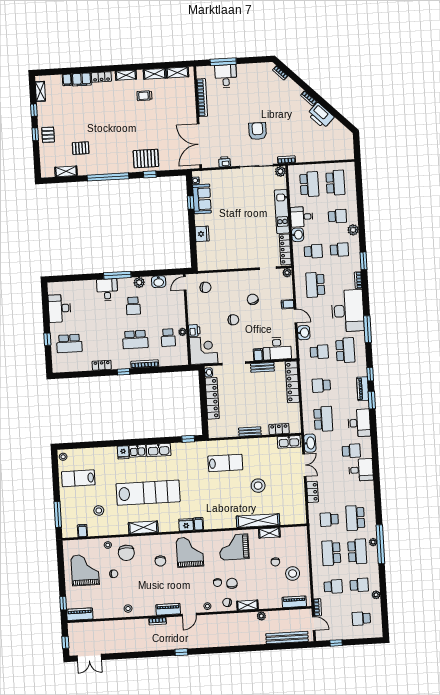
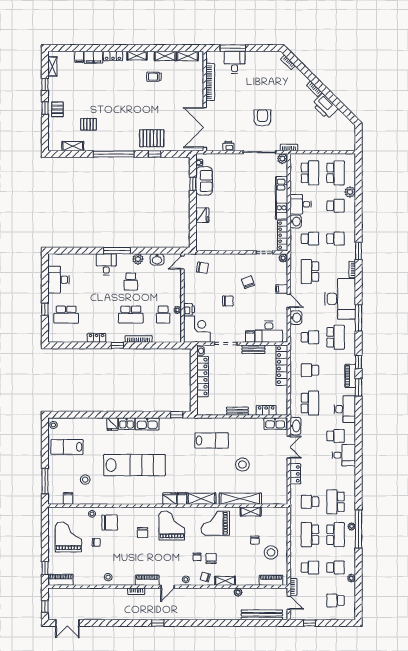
plant: (353, 230) -> (350, 192), moved
shelving: (143, 527) -> (201, 499), moved
chair: (126, 553) -> (110, 523), turned -90

